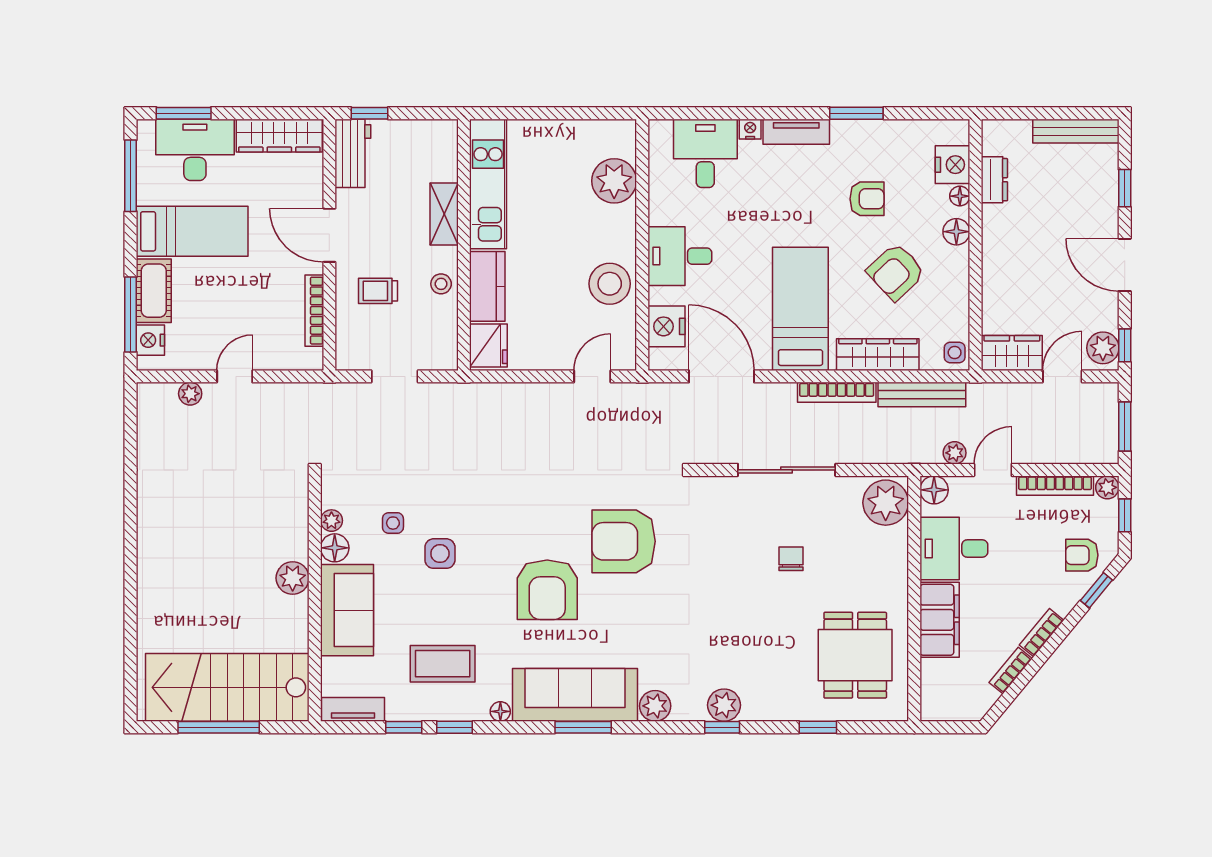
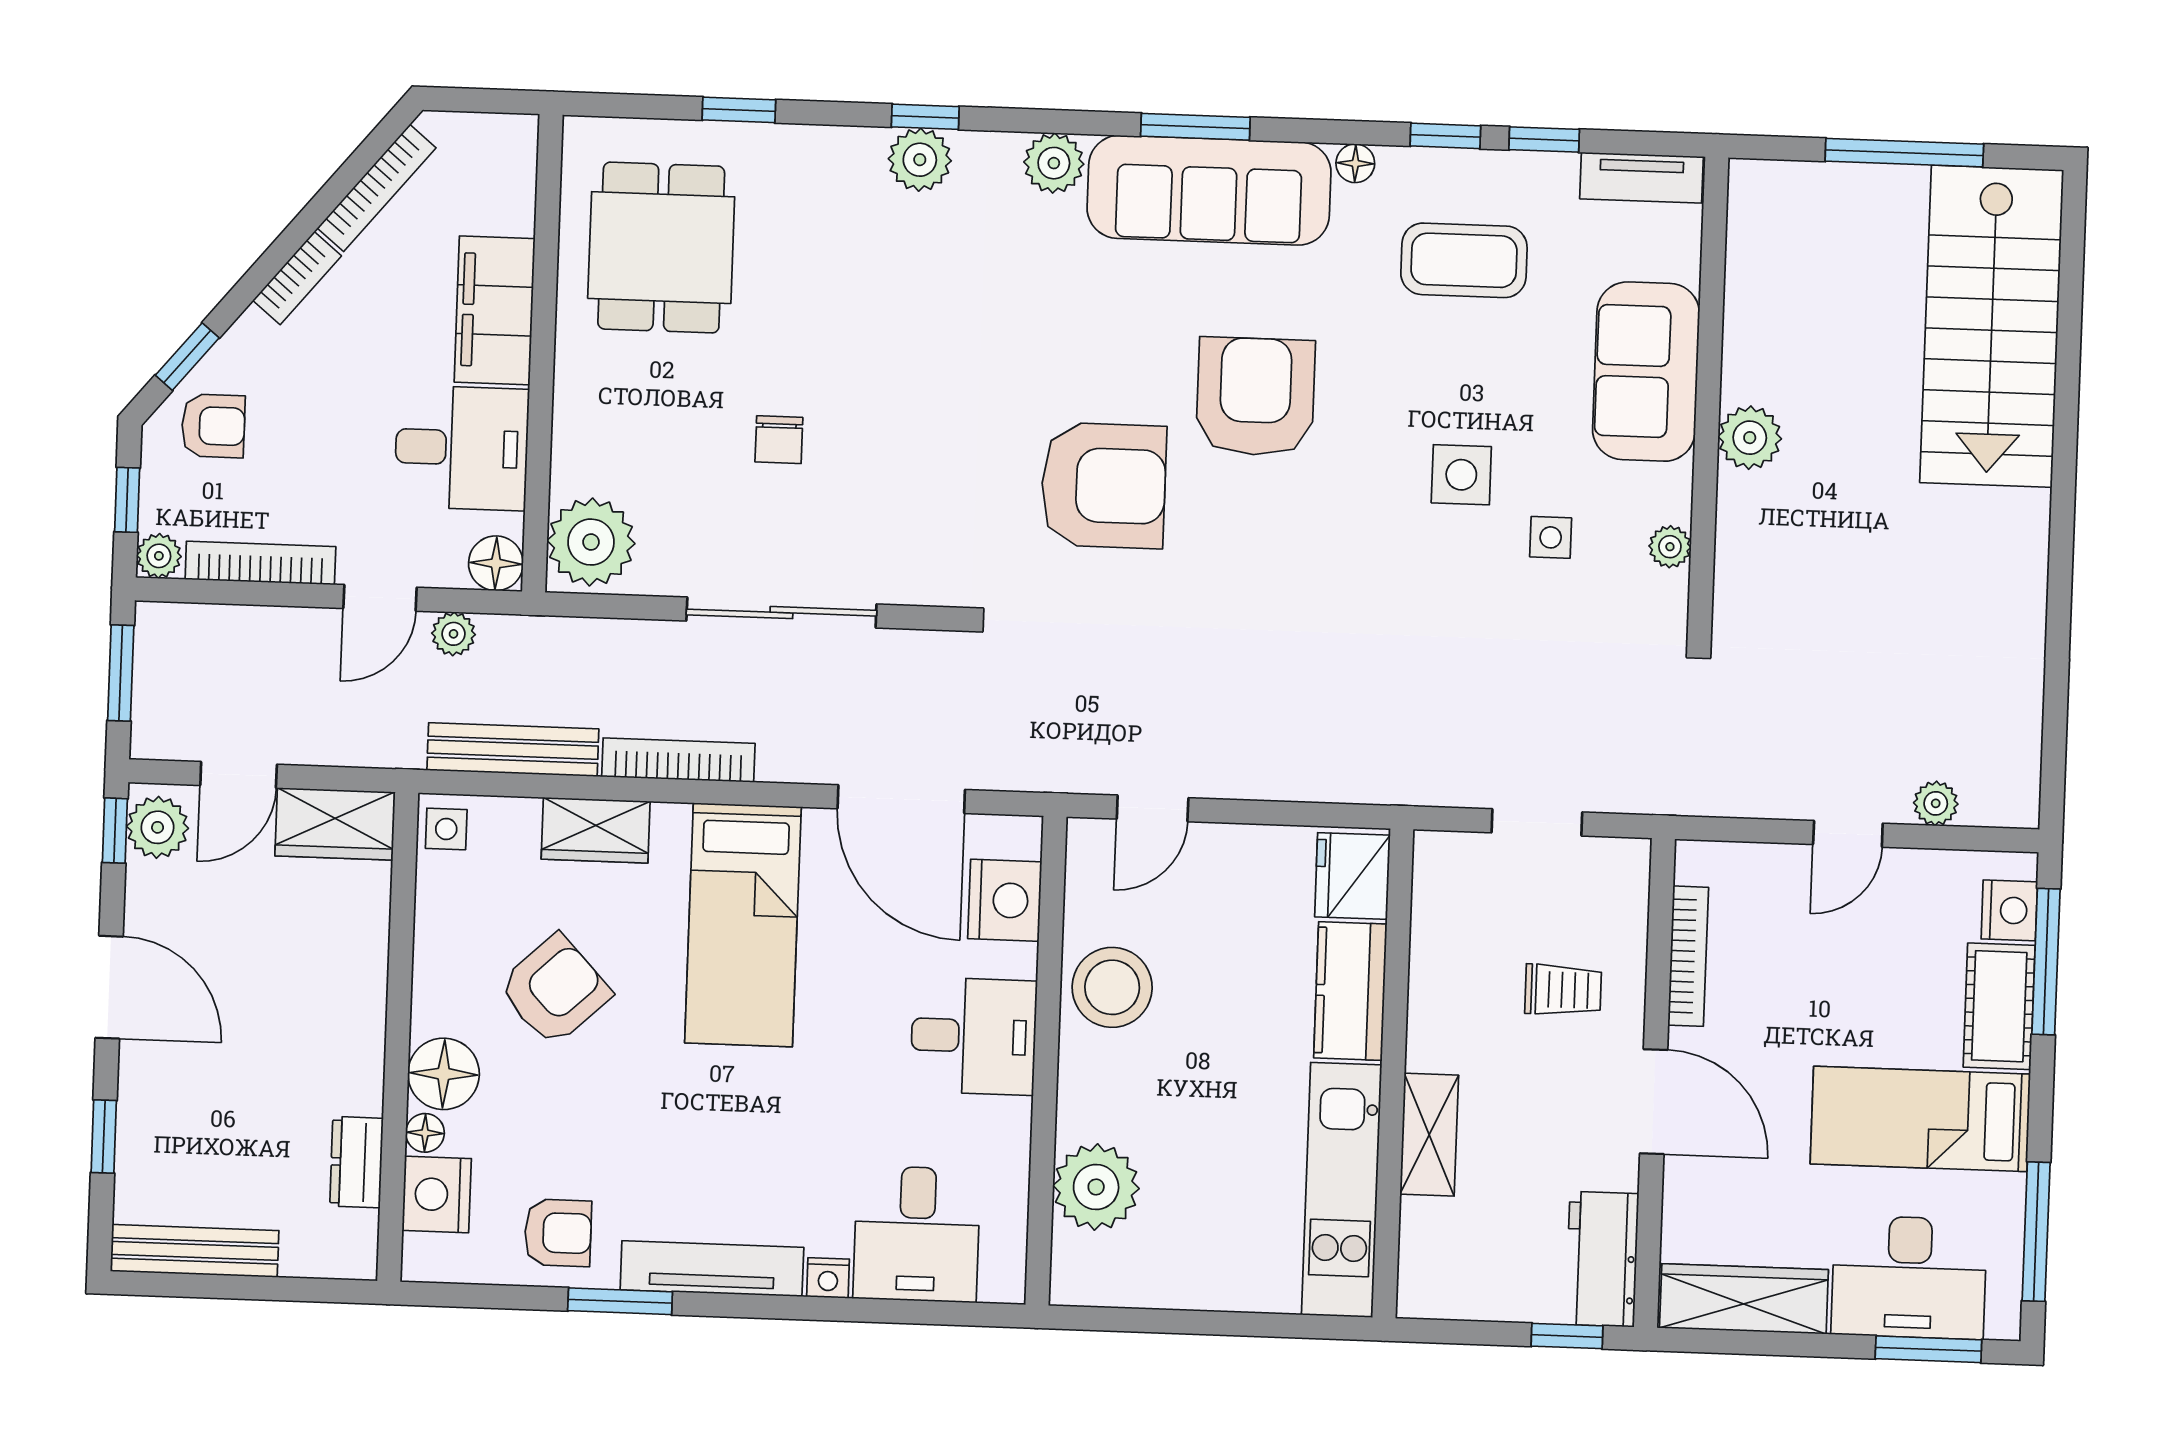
tv unit: (796, 132) -> (712, 1269), width x1.41
armchair: (867, 199) -> (558, 1233), moved, turned 180
floor lamp: (956, 232) -> (444, 1074), width x1.38, depth x1.38
stool: (441, 284) -> (1440, 999), removed
wardrobe: (878, 355) -> (596, 830), width x0.67
floor lamp: (335, 548) -> (1666, 493), removed
bookcase: (1011, 670) -> (377, 188), width x1.56
stairs: (227, 687) -> (1992, 326), moved, turned 90

